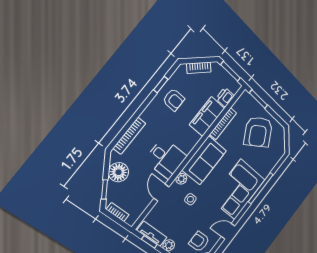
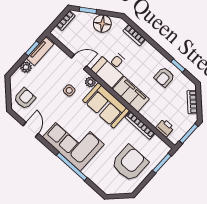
filing cabinet: (207, 117) -> (131, 94), moved
armchair: (258, 132) -> (130, 163), turned 122
bookcase: (129, 136) -> (134, 35), width x0.64

